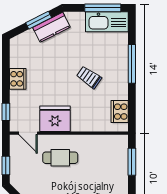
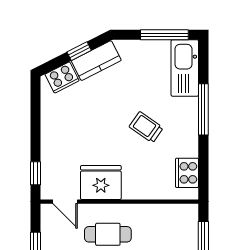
window: (39, 20) -> (79, 51), width x0.67
kitchen sink: (107, 22) -> (185, 68), moved, turned 90
cooker: (18, 79) -> (62, 77), moved, turned 63

